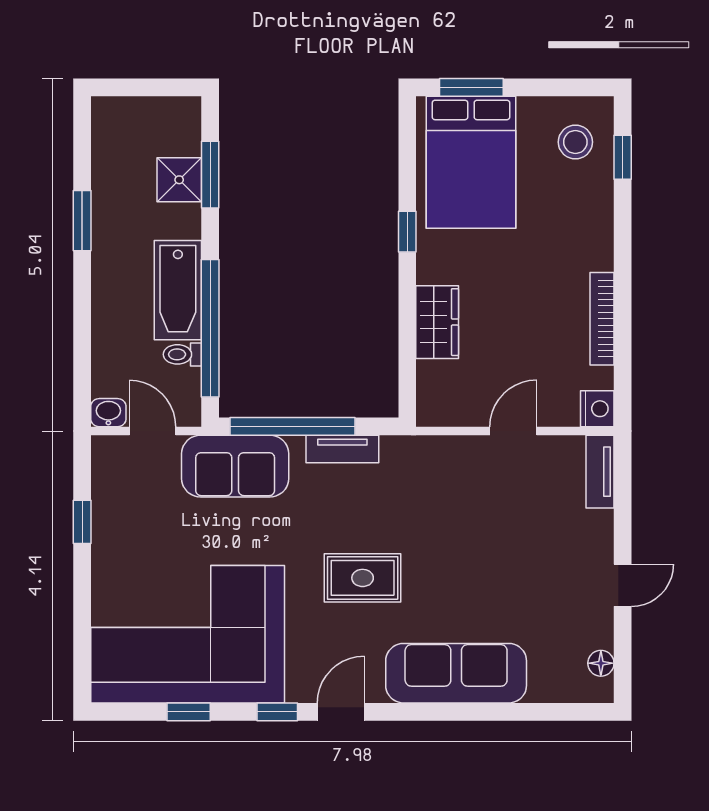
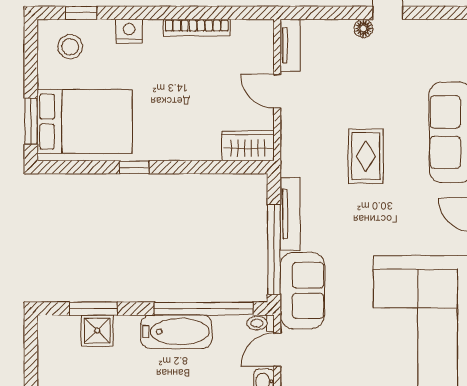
wardrobe: (437, 322) -> (248, 146), moved
toilet: (182, 354) -> (261, 323), moved, turned 90
nightstand: (597, 409) -> (129, 31), moved
tv unit: (342, 449) -> (290, 214), width x1.41
tv unit: (600, 472) -> (290, 45), moved, turned -90
rug: (363, 578) -> (366, 156), moved
floor lamp: (601, 663) -> (363, 28), moved

